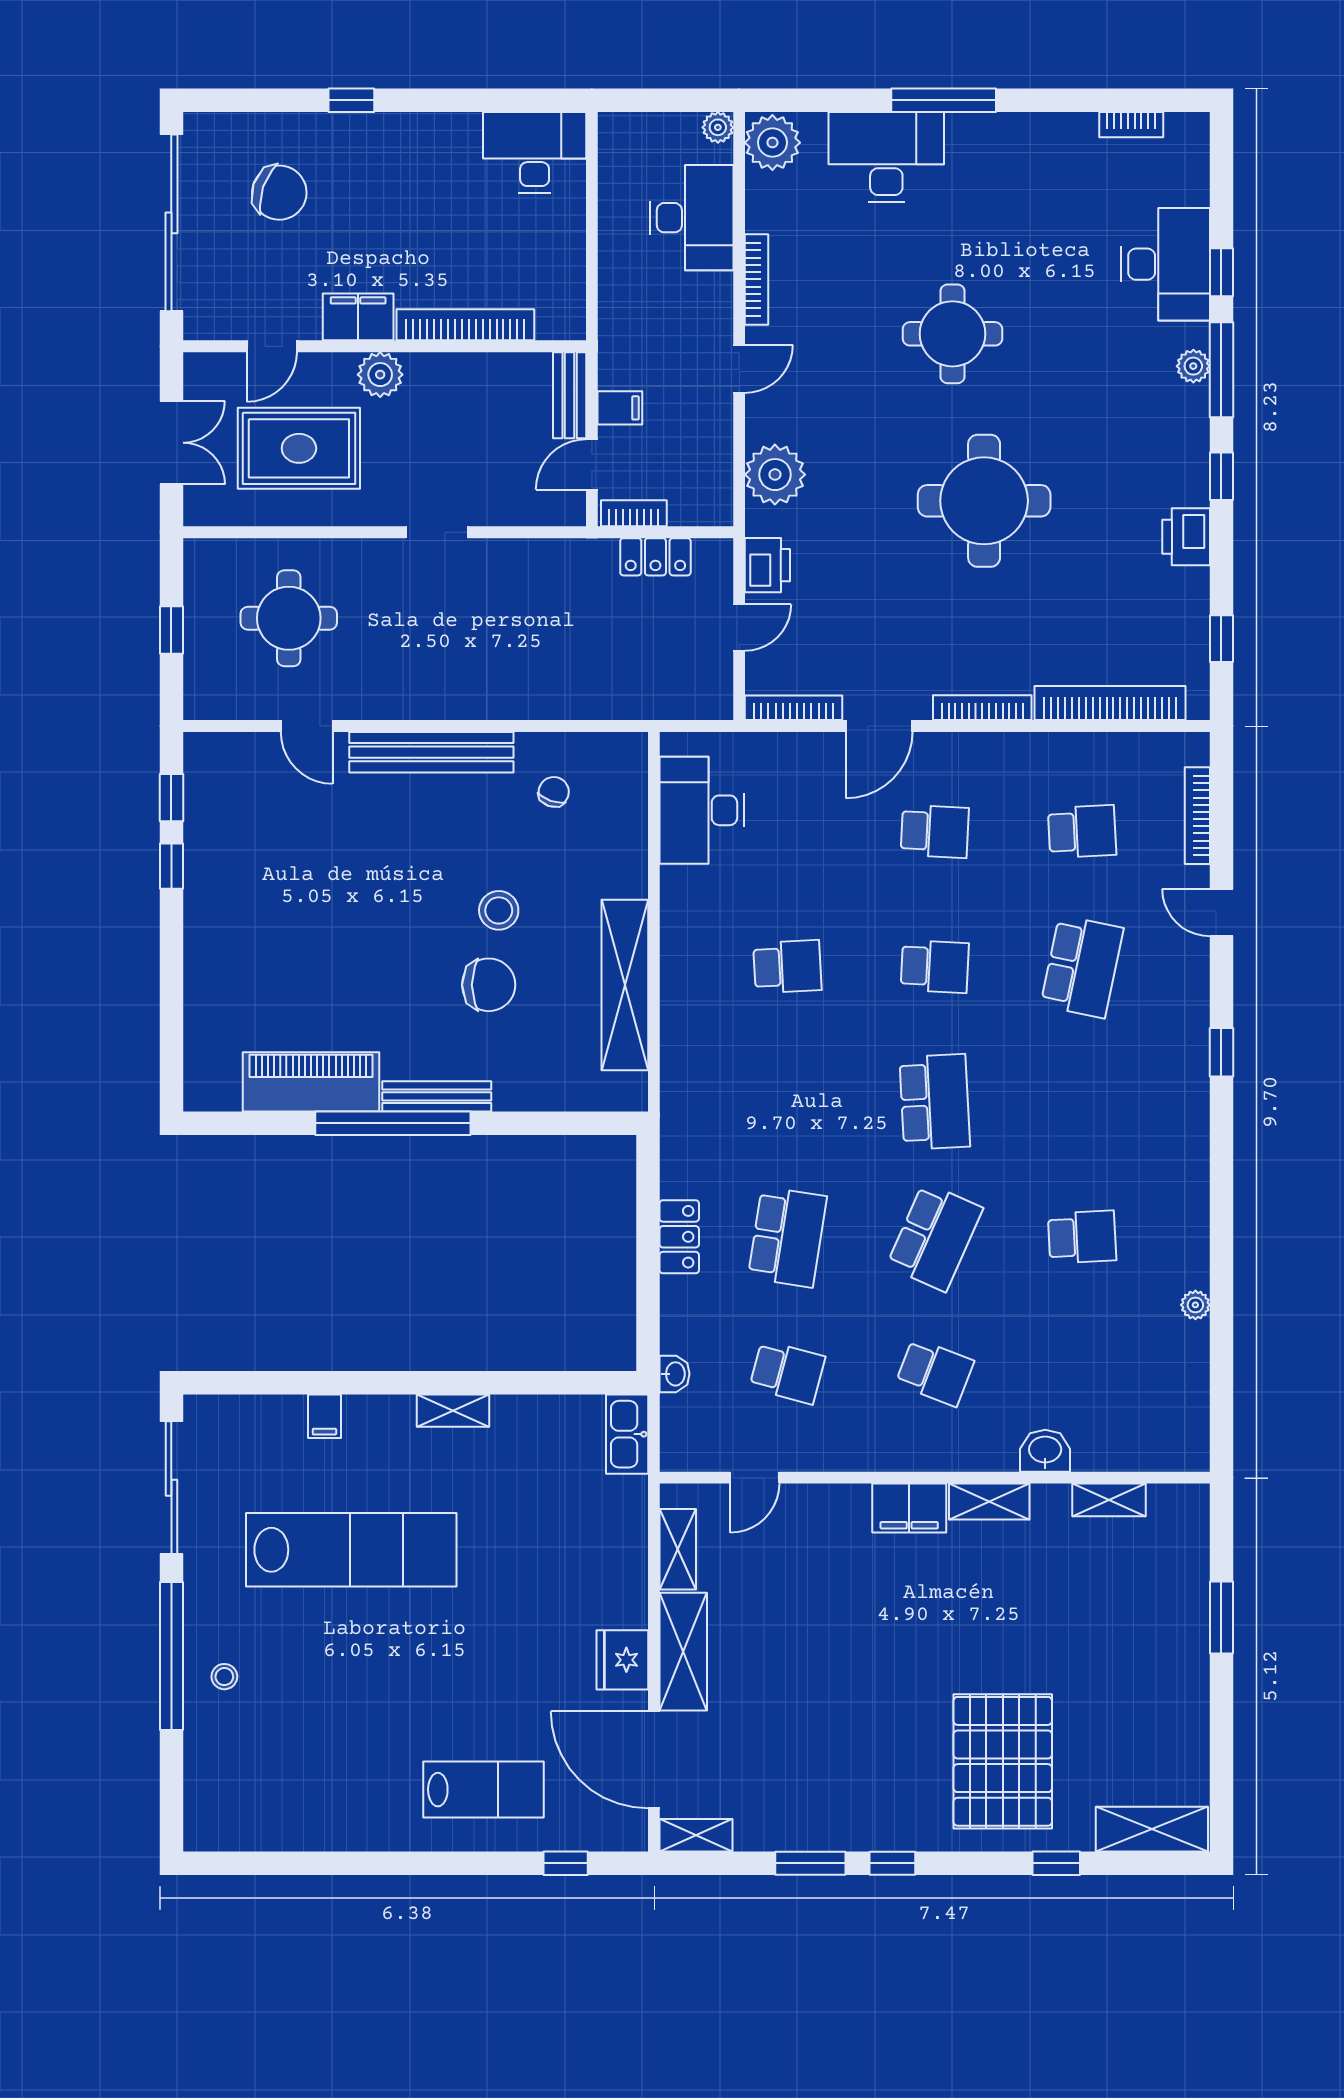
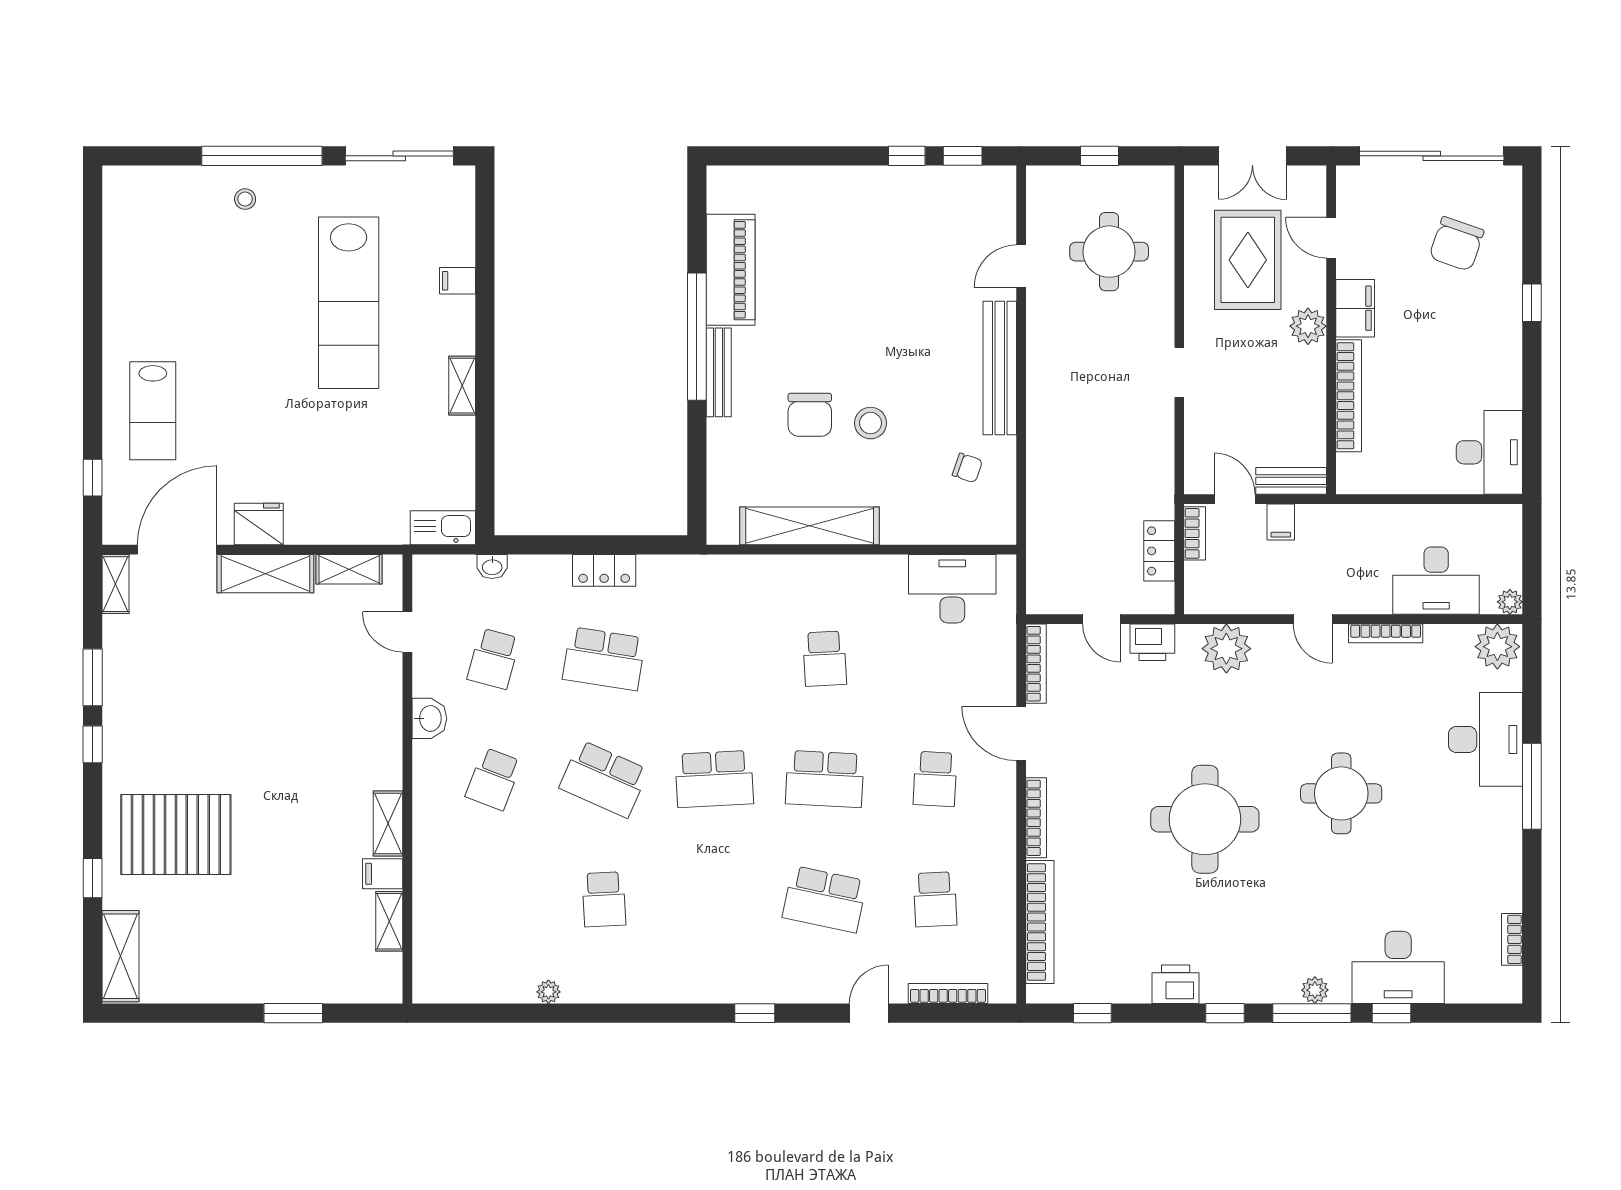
school desk: (935, 967) -> (825, 779), width x1.85
washbasin: (1045, 1451) -> (429, 718), moved
filing cabinet: (909, 1508) -> (383, 874), moved, width x0.50

